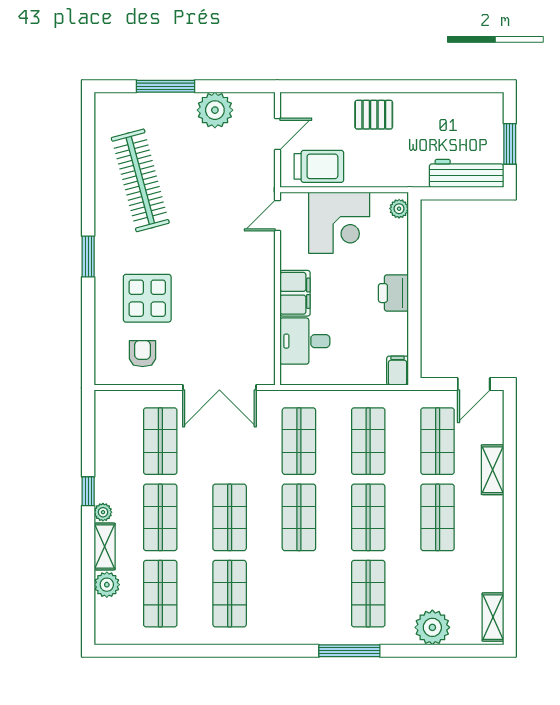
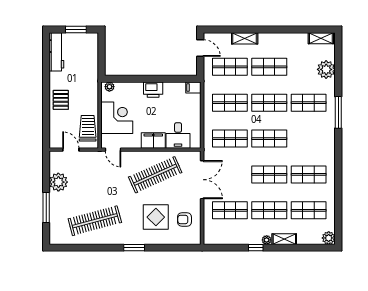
workbench: (467, 173) -> (56, 52), moved, turned 180
clothes rail: (229, 297) -> (155, 175), added
plant: (107, 585) -> (329, 238), moved

